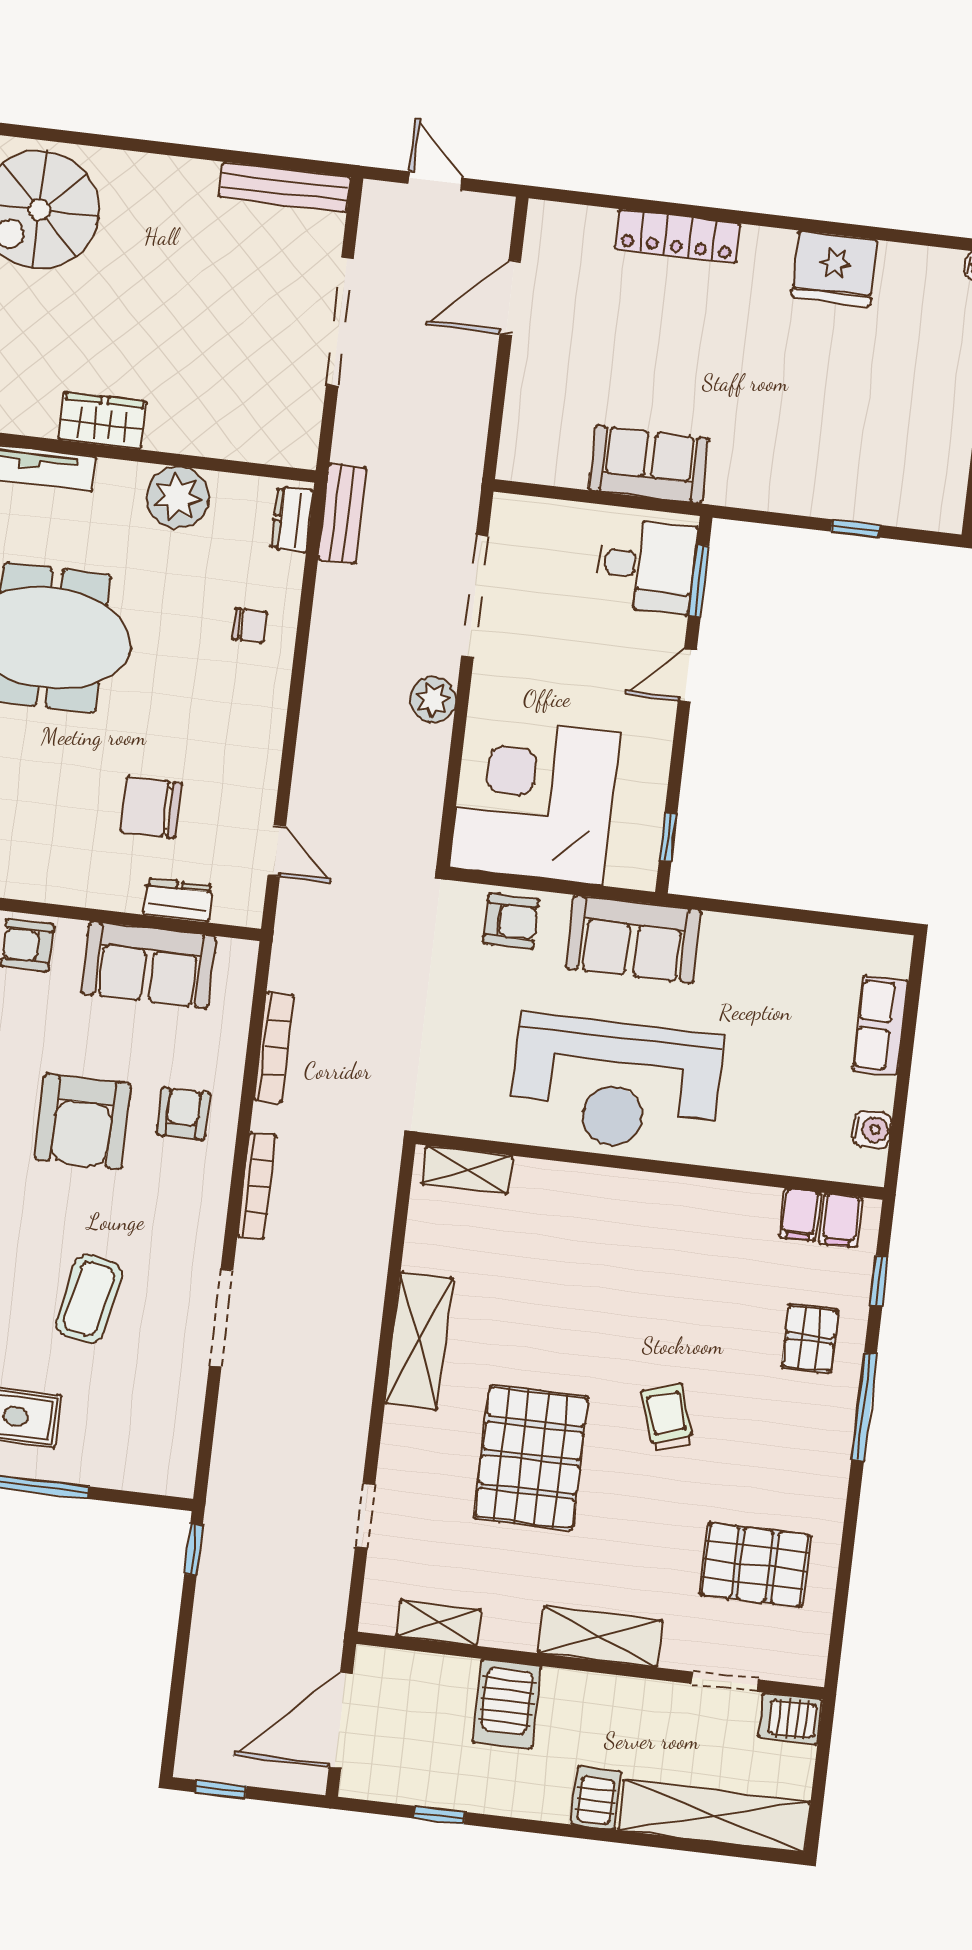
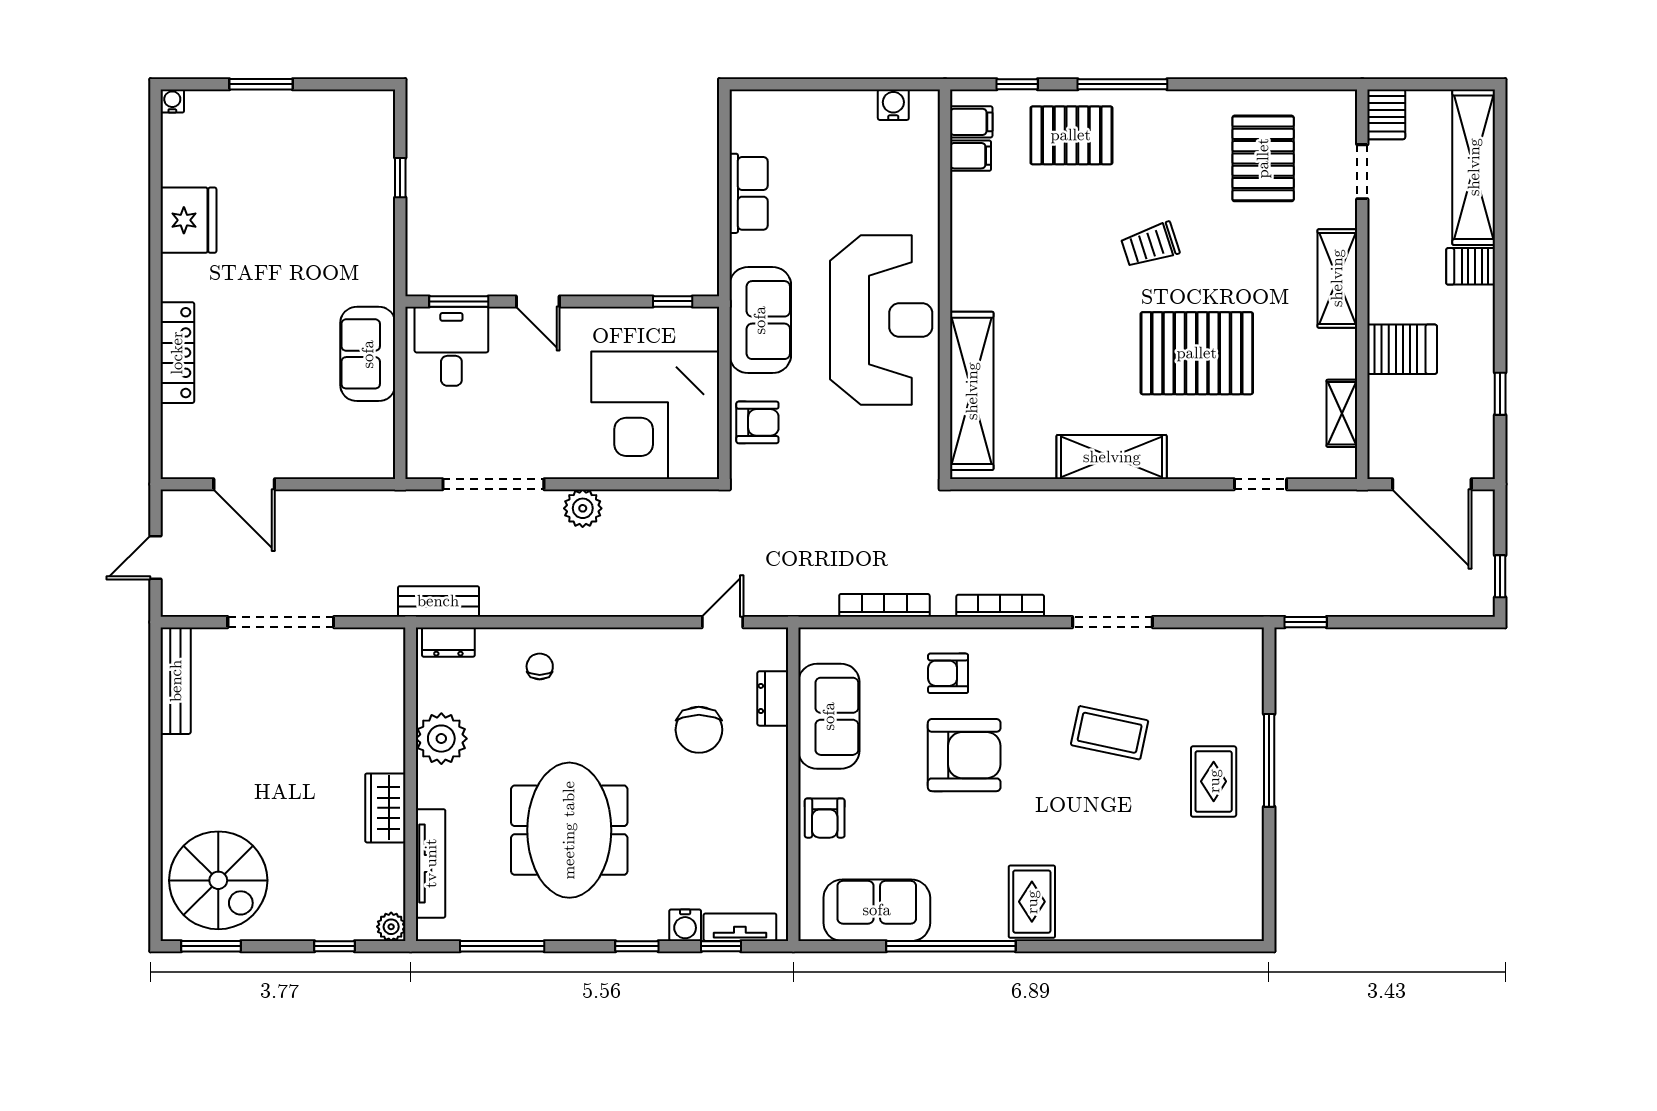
armchair: (511, 921) -> (757, 422), turned 90
row of seats: (880, 1025) -> (749, 193), moved, turned -90
shelving: (467, 1170) -> (972, 391), width x2.20, depth x1.33
pallet: (810, 1338) -> (1071, 135), width x1.50, depth x1.42

